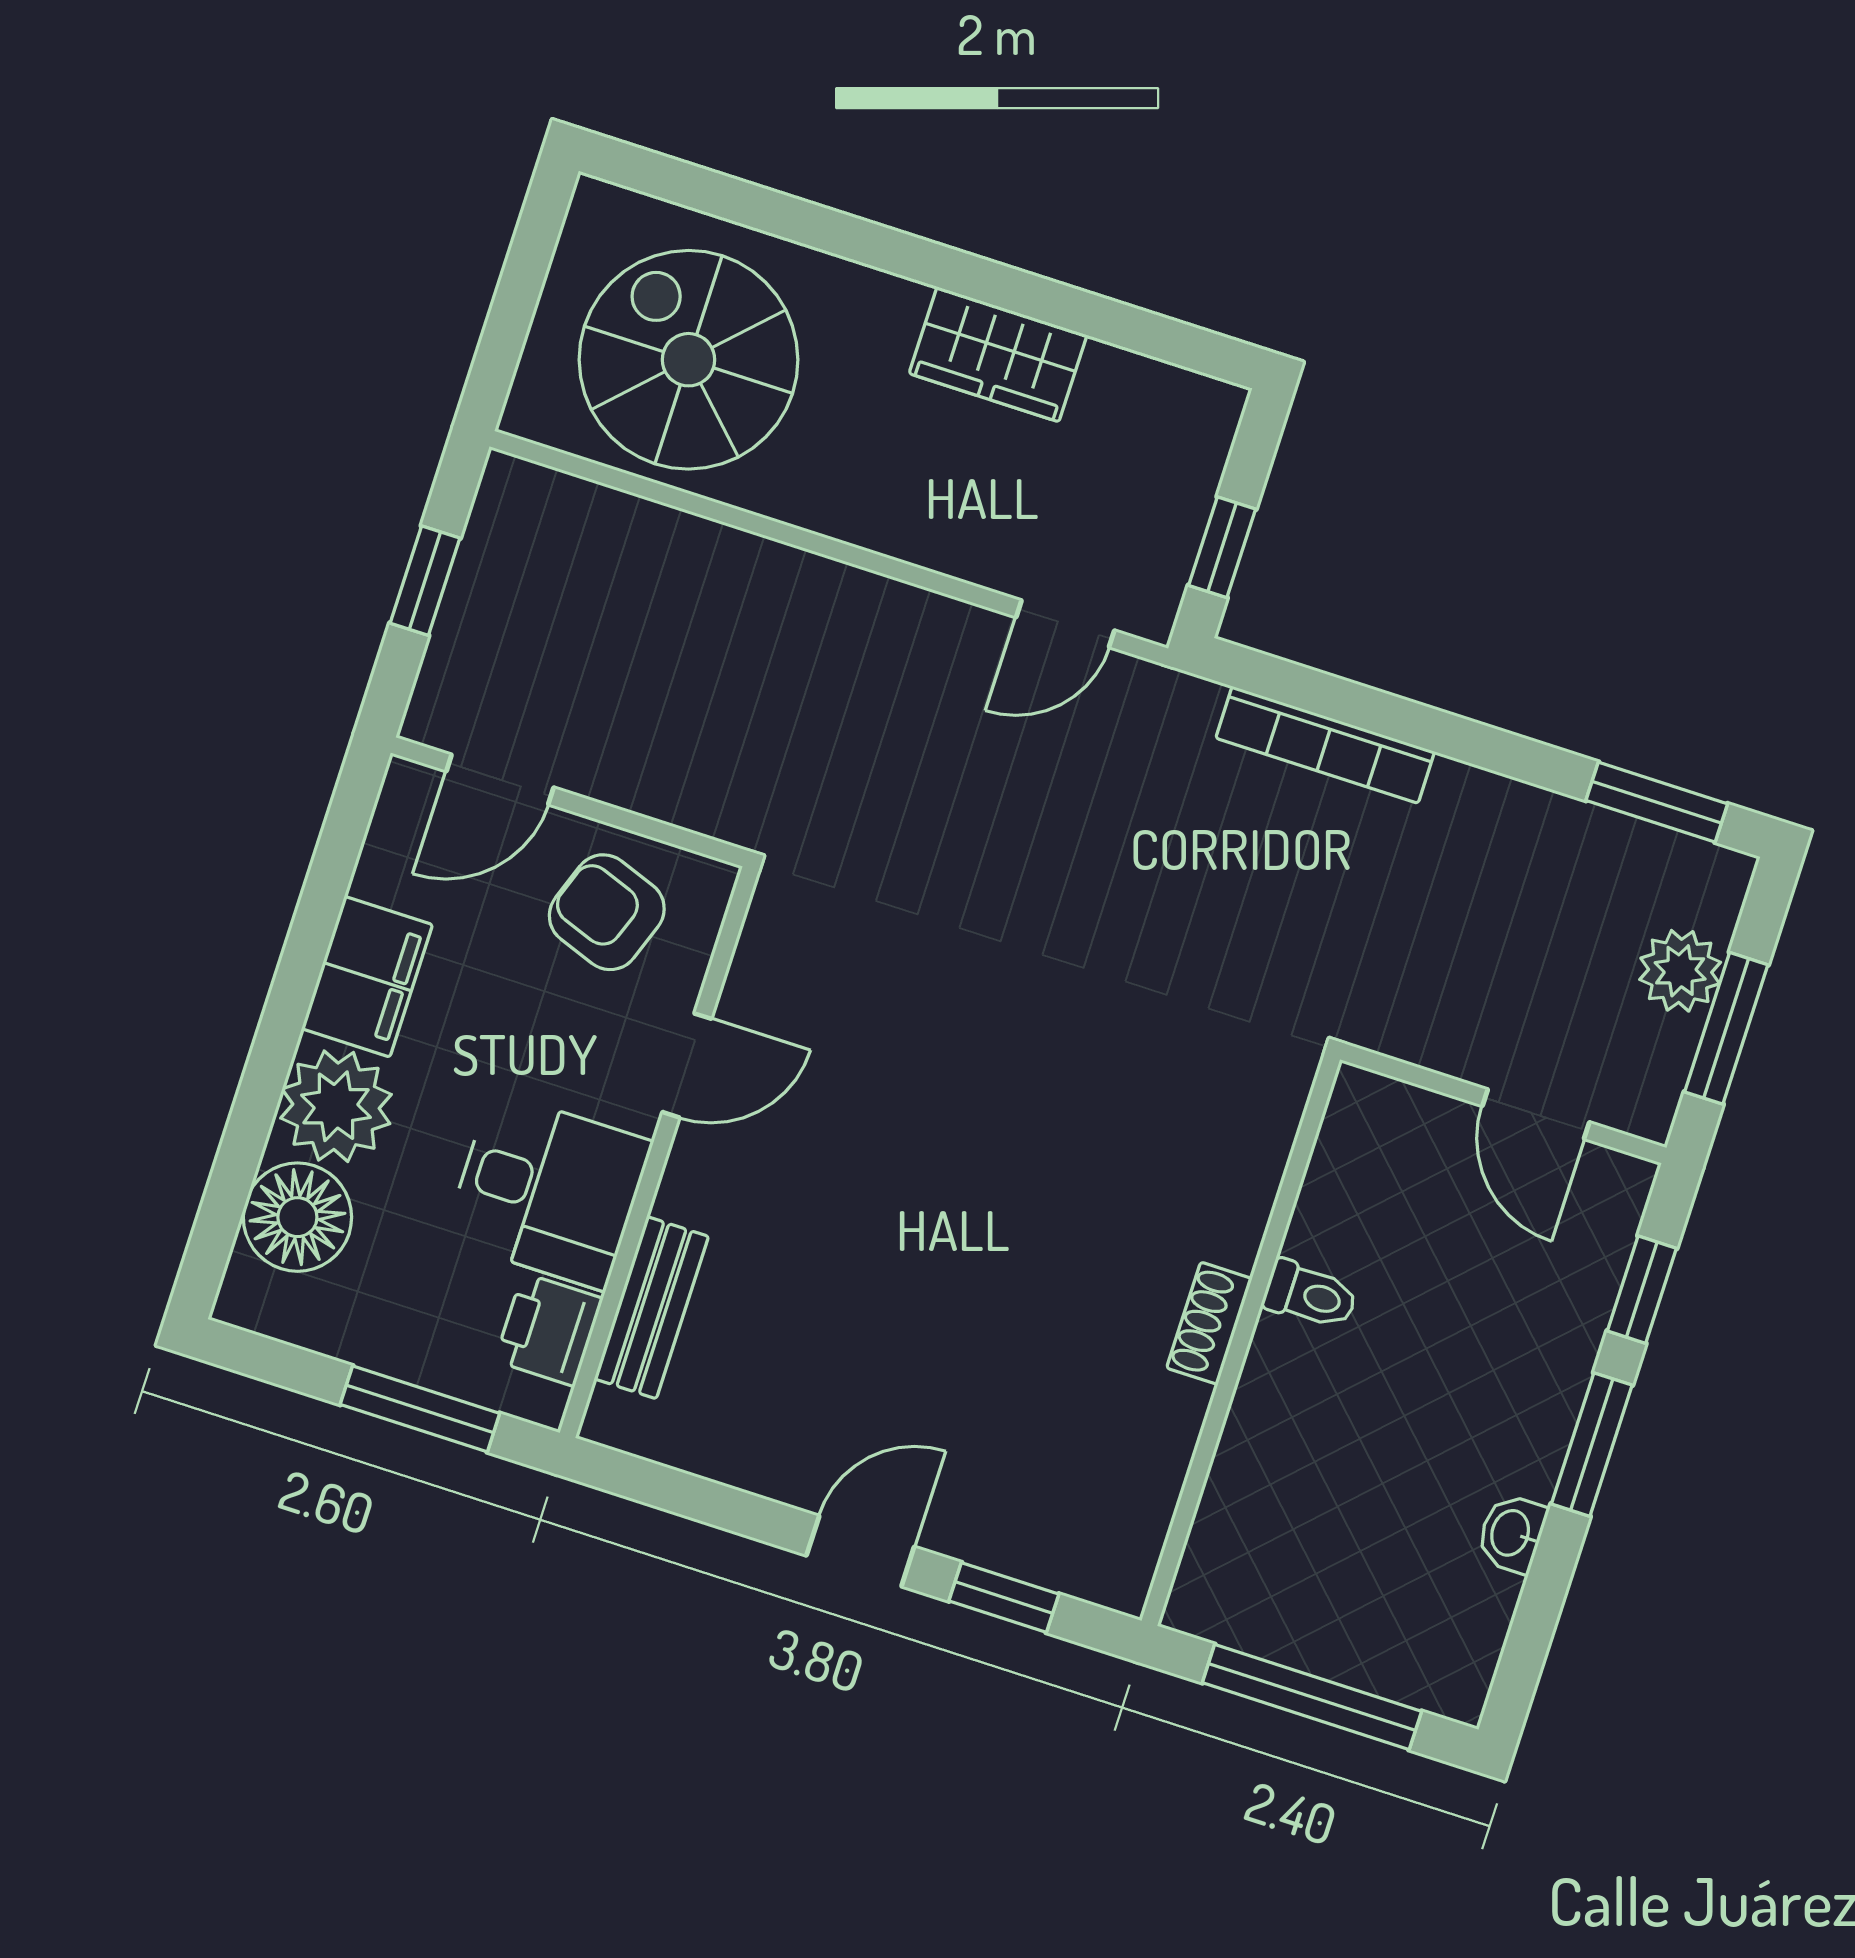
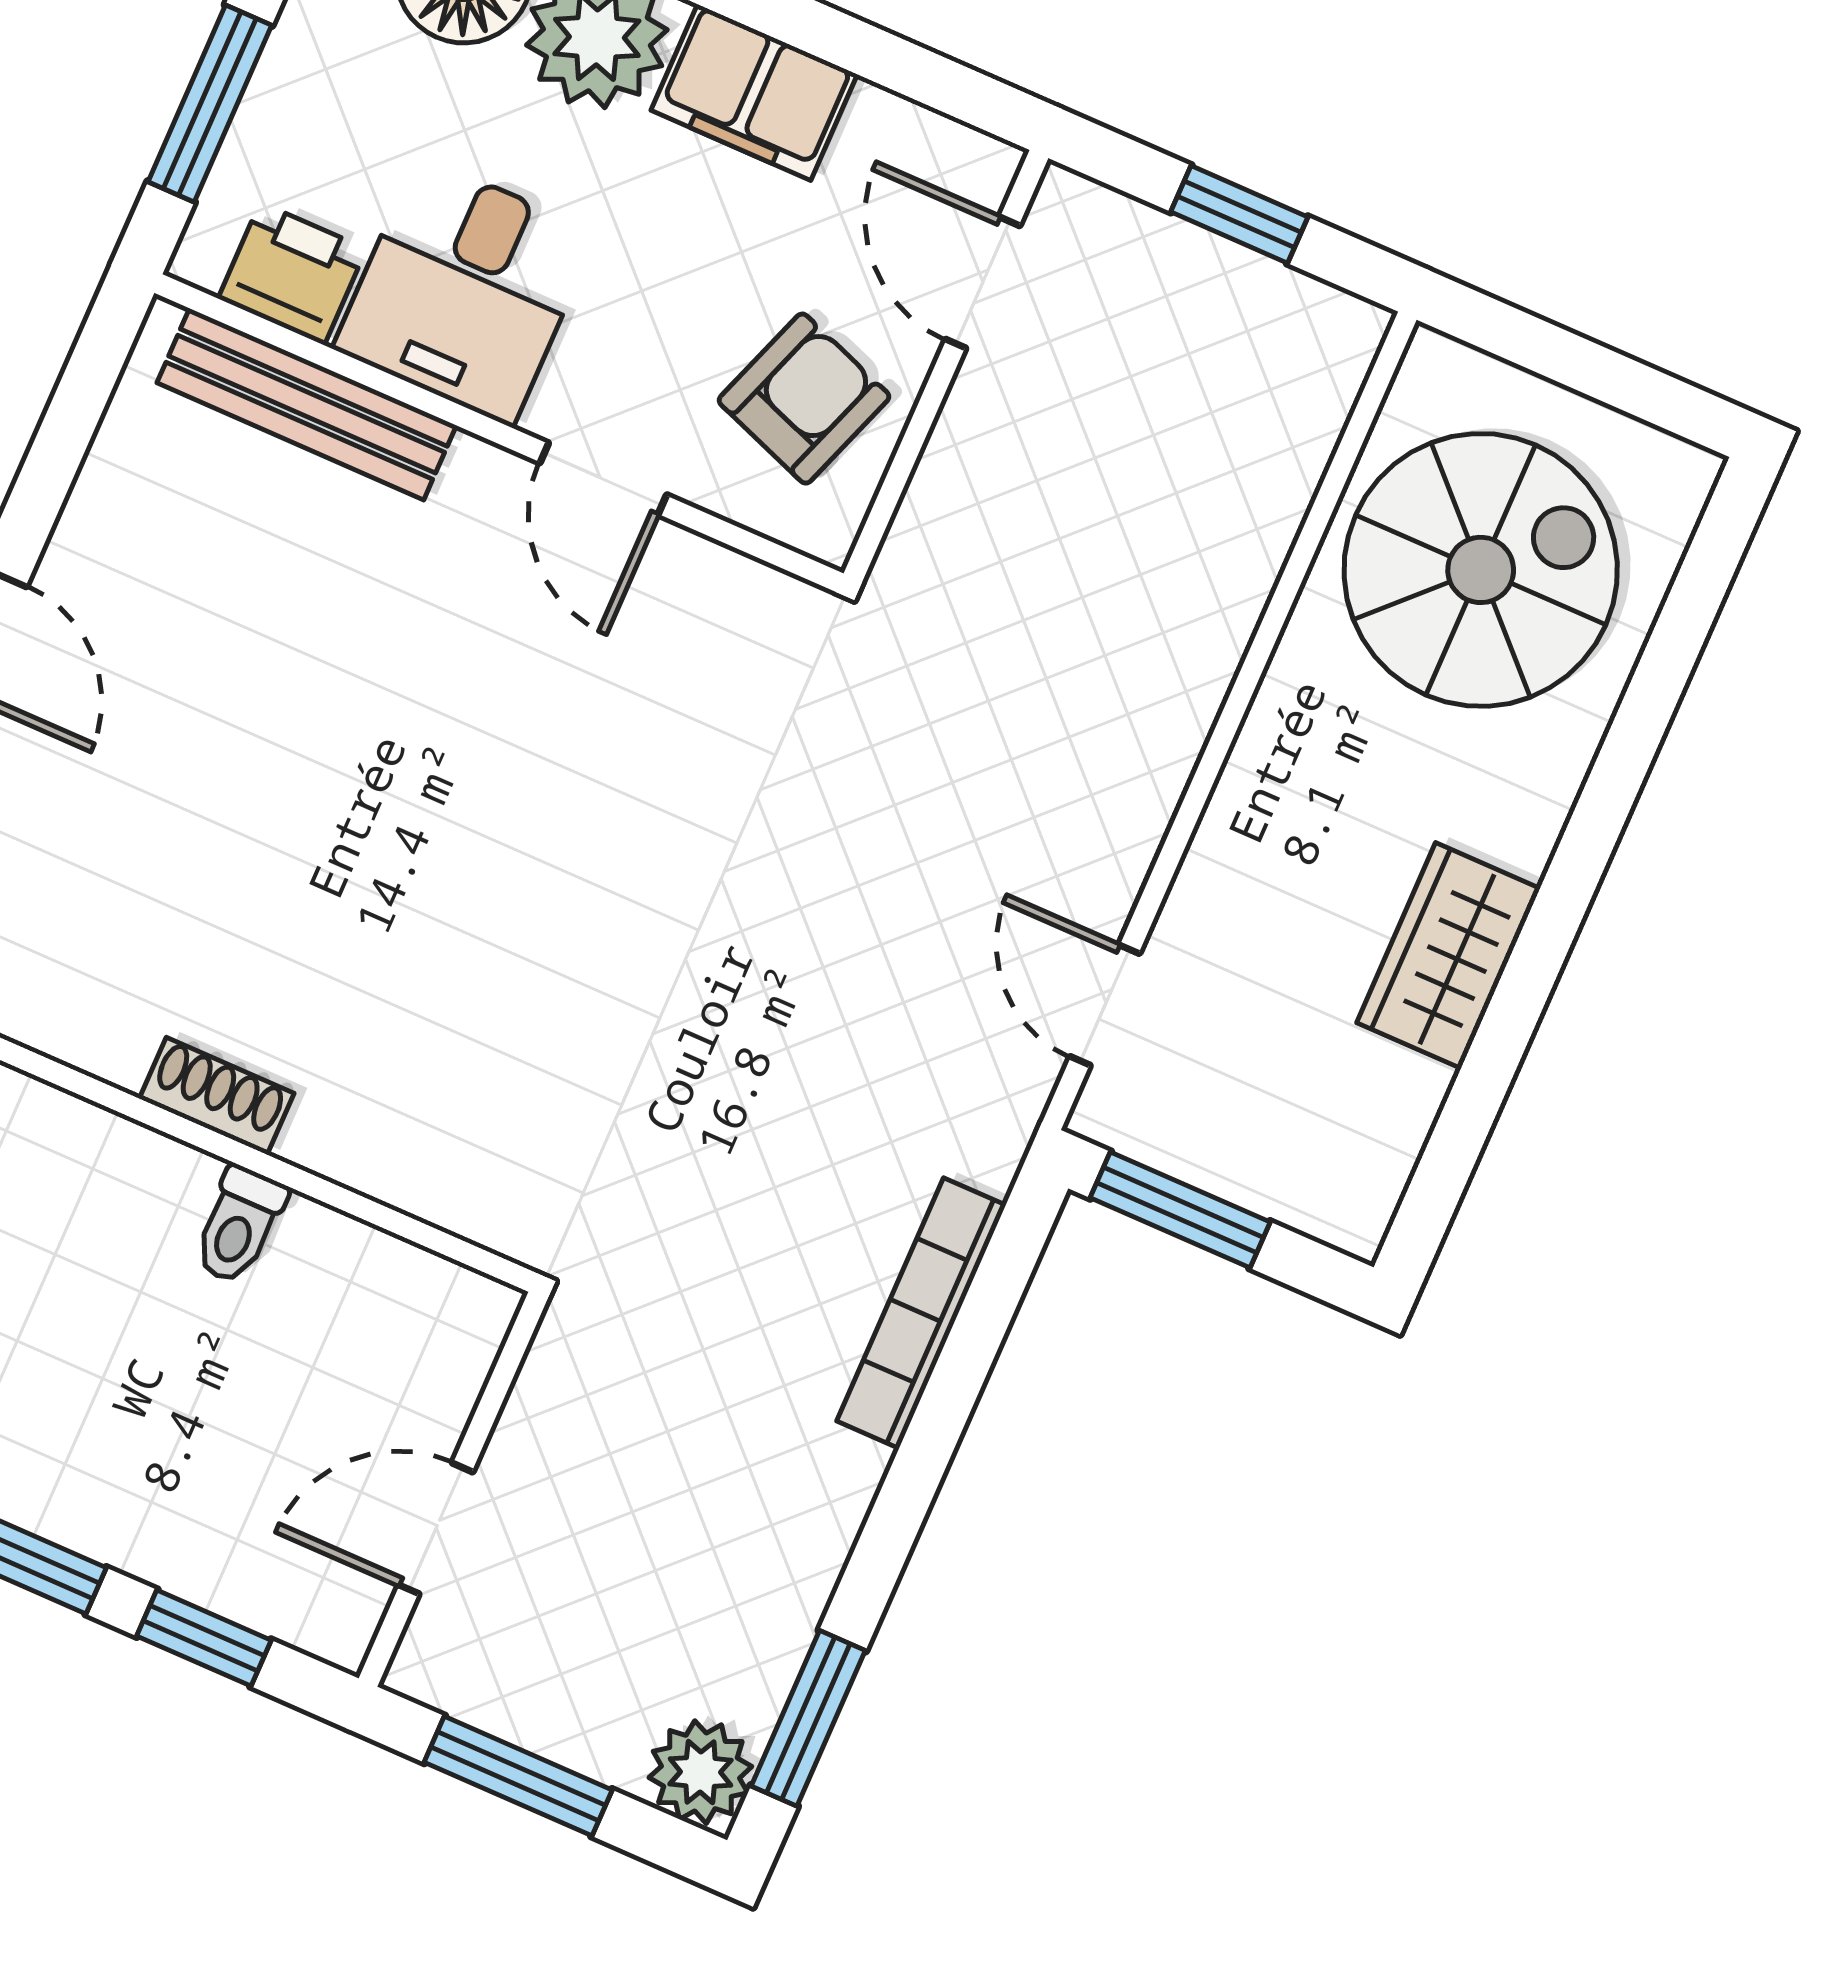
window: (1222, 547) -> (1180, 1210), width x1.50
plant: (1680, 971) -> (700, 1772), moved
bench: (651, 1308) -> (307, 404), width x1.36

